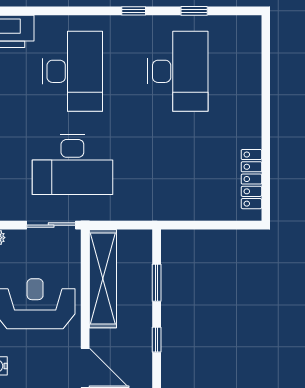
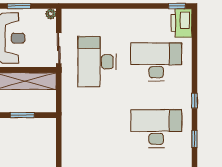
desk: (72, 71) -> (156, 62), turned 180
desk: (178, 71) -> (156, 129), turned 180

